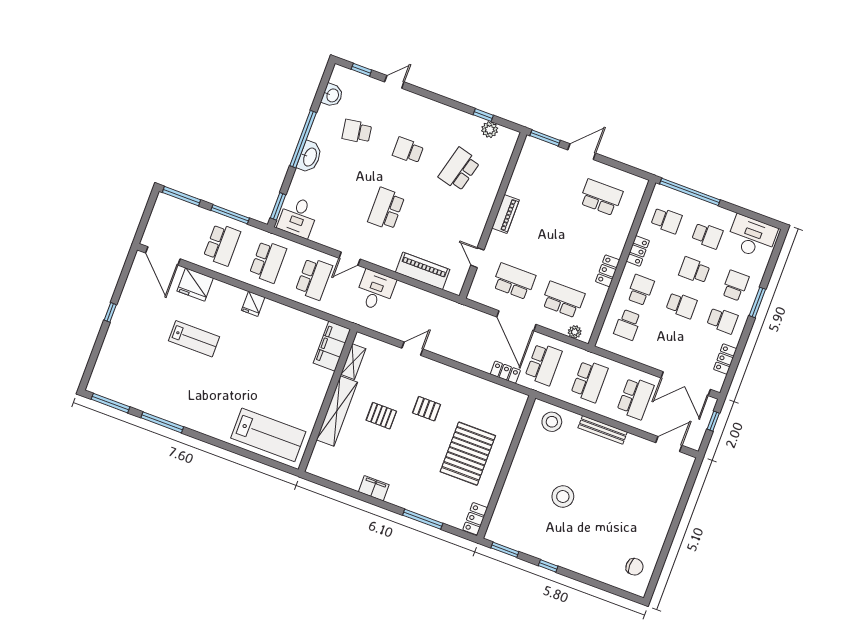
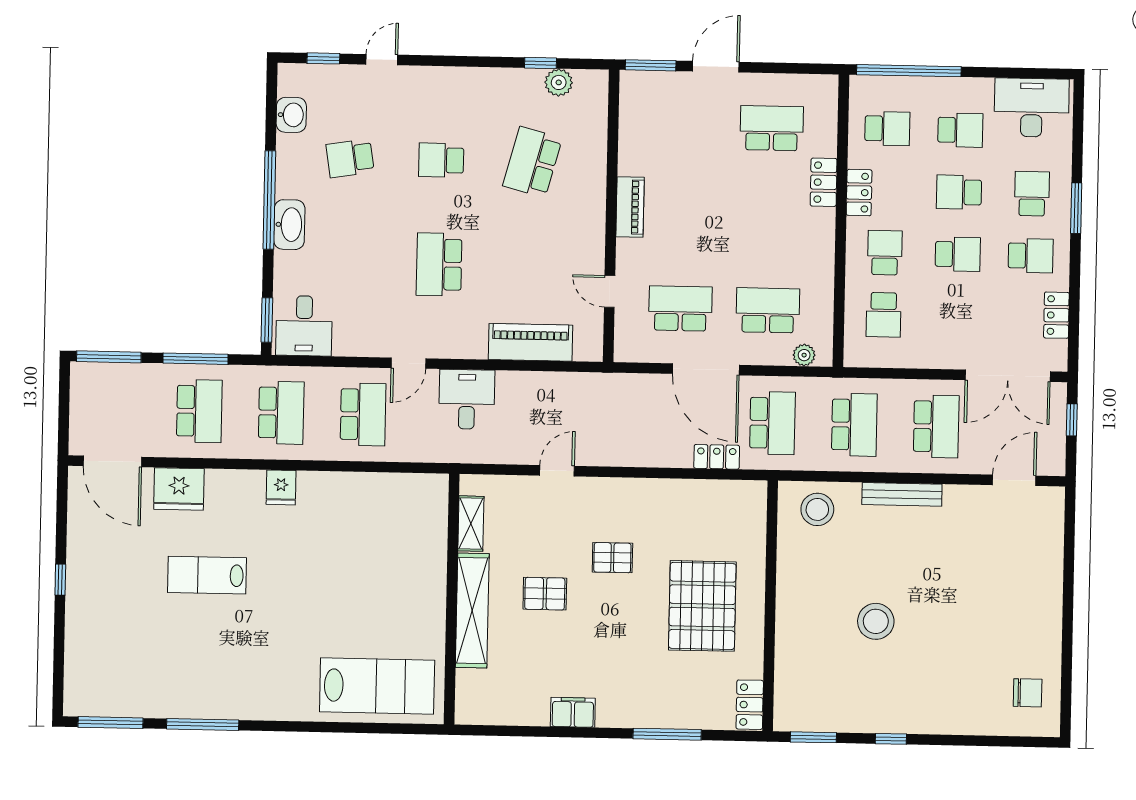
locker: (608, 271) -> (824, 182), moved
lab bench: (194, 339) -> (207, 575), turned 180
filing cabinet: (332, 346) -> (429, 511), removed

